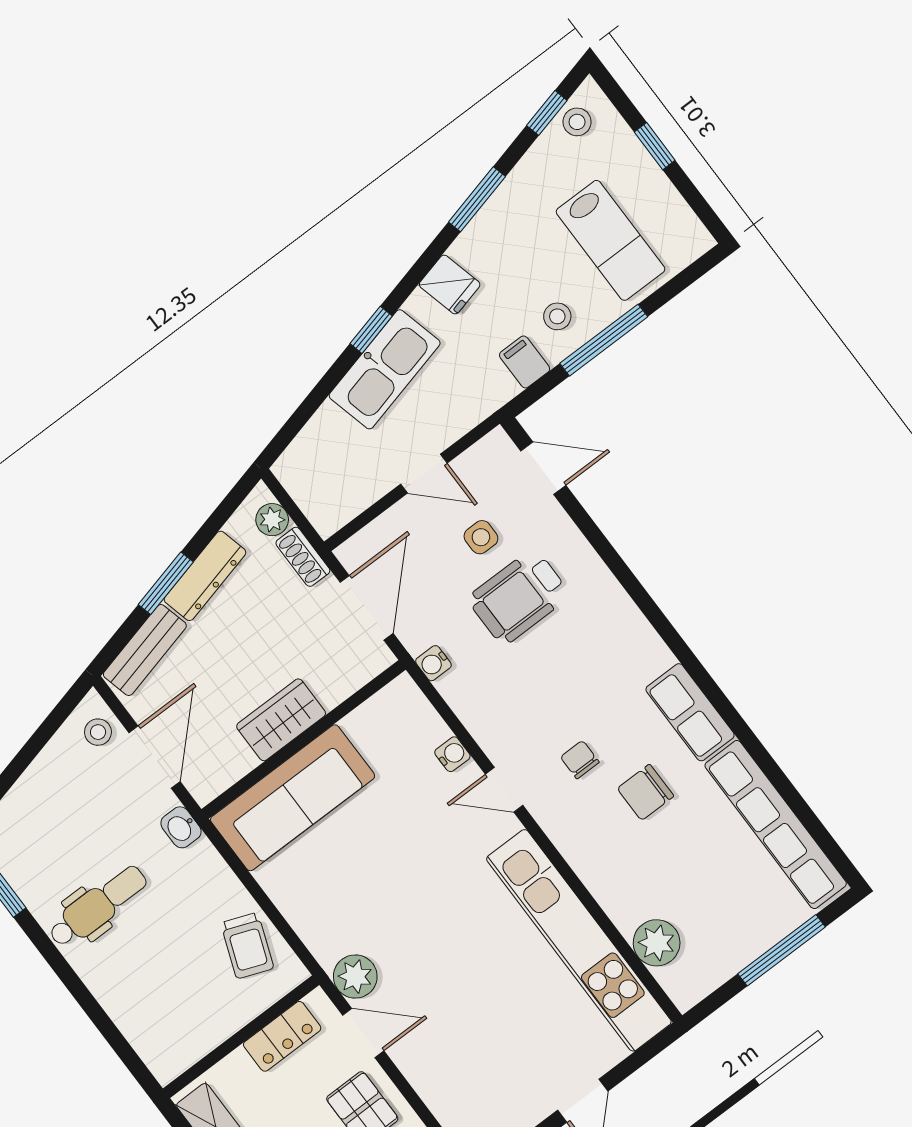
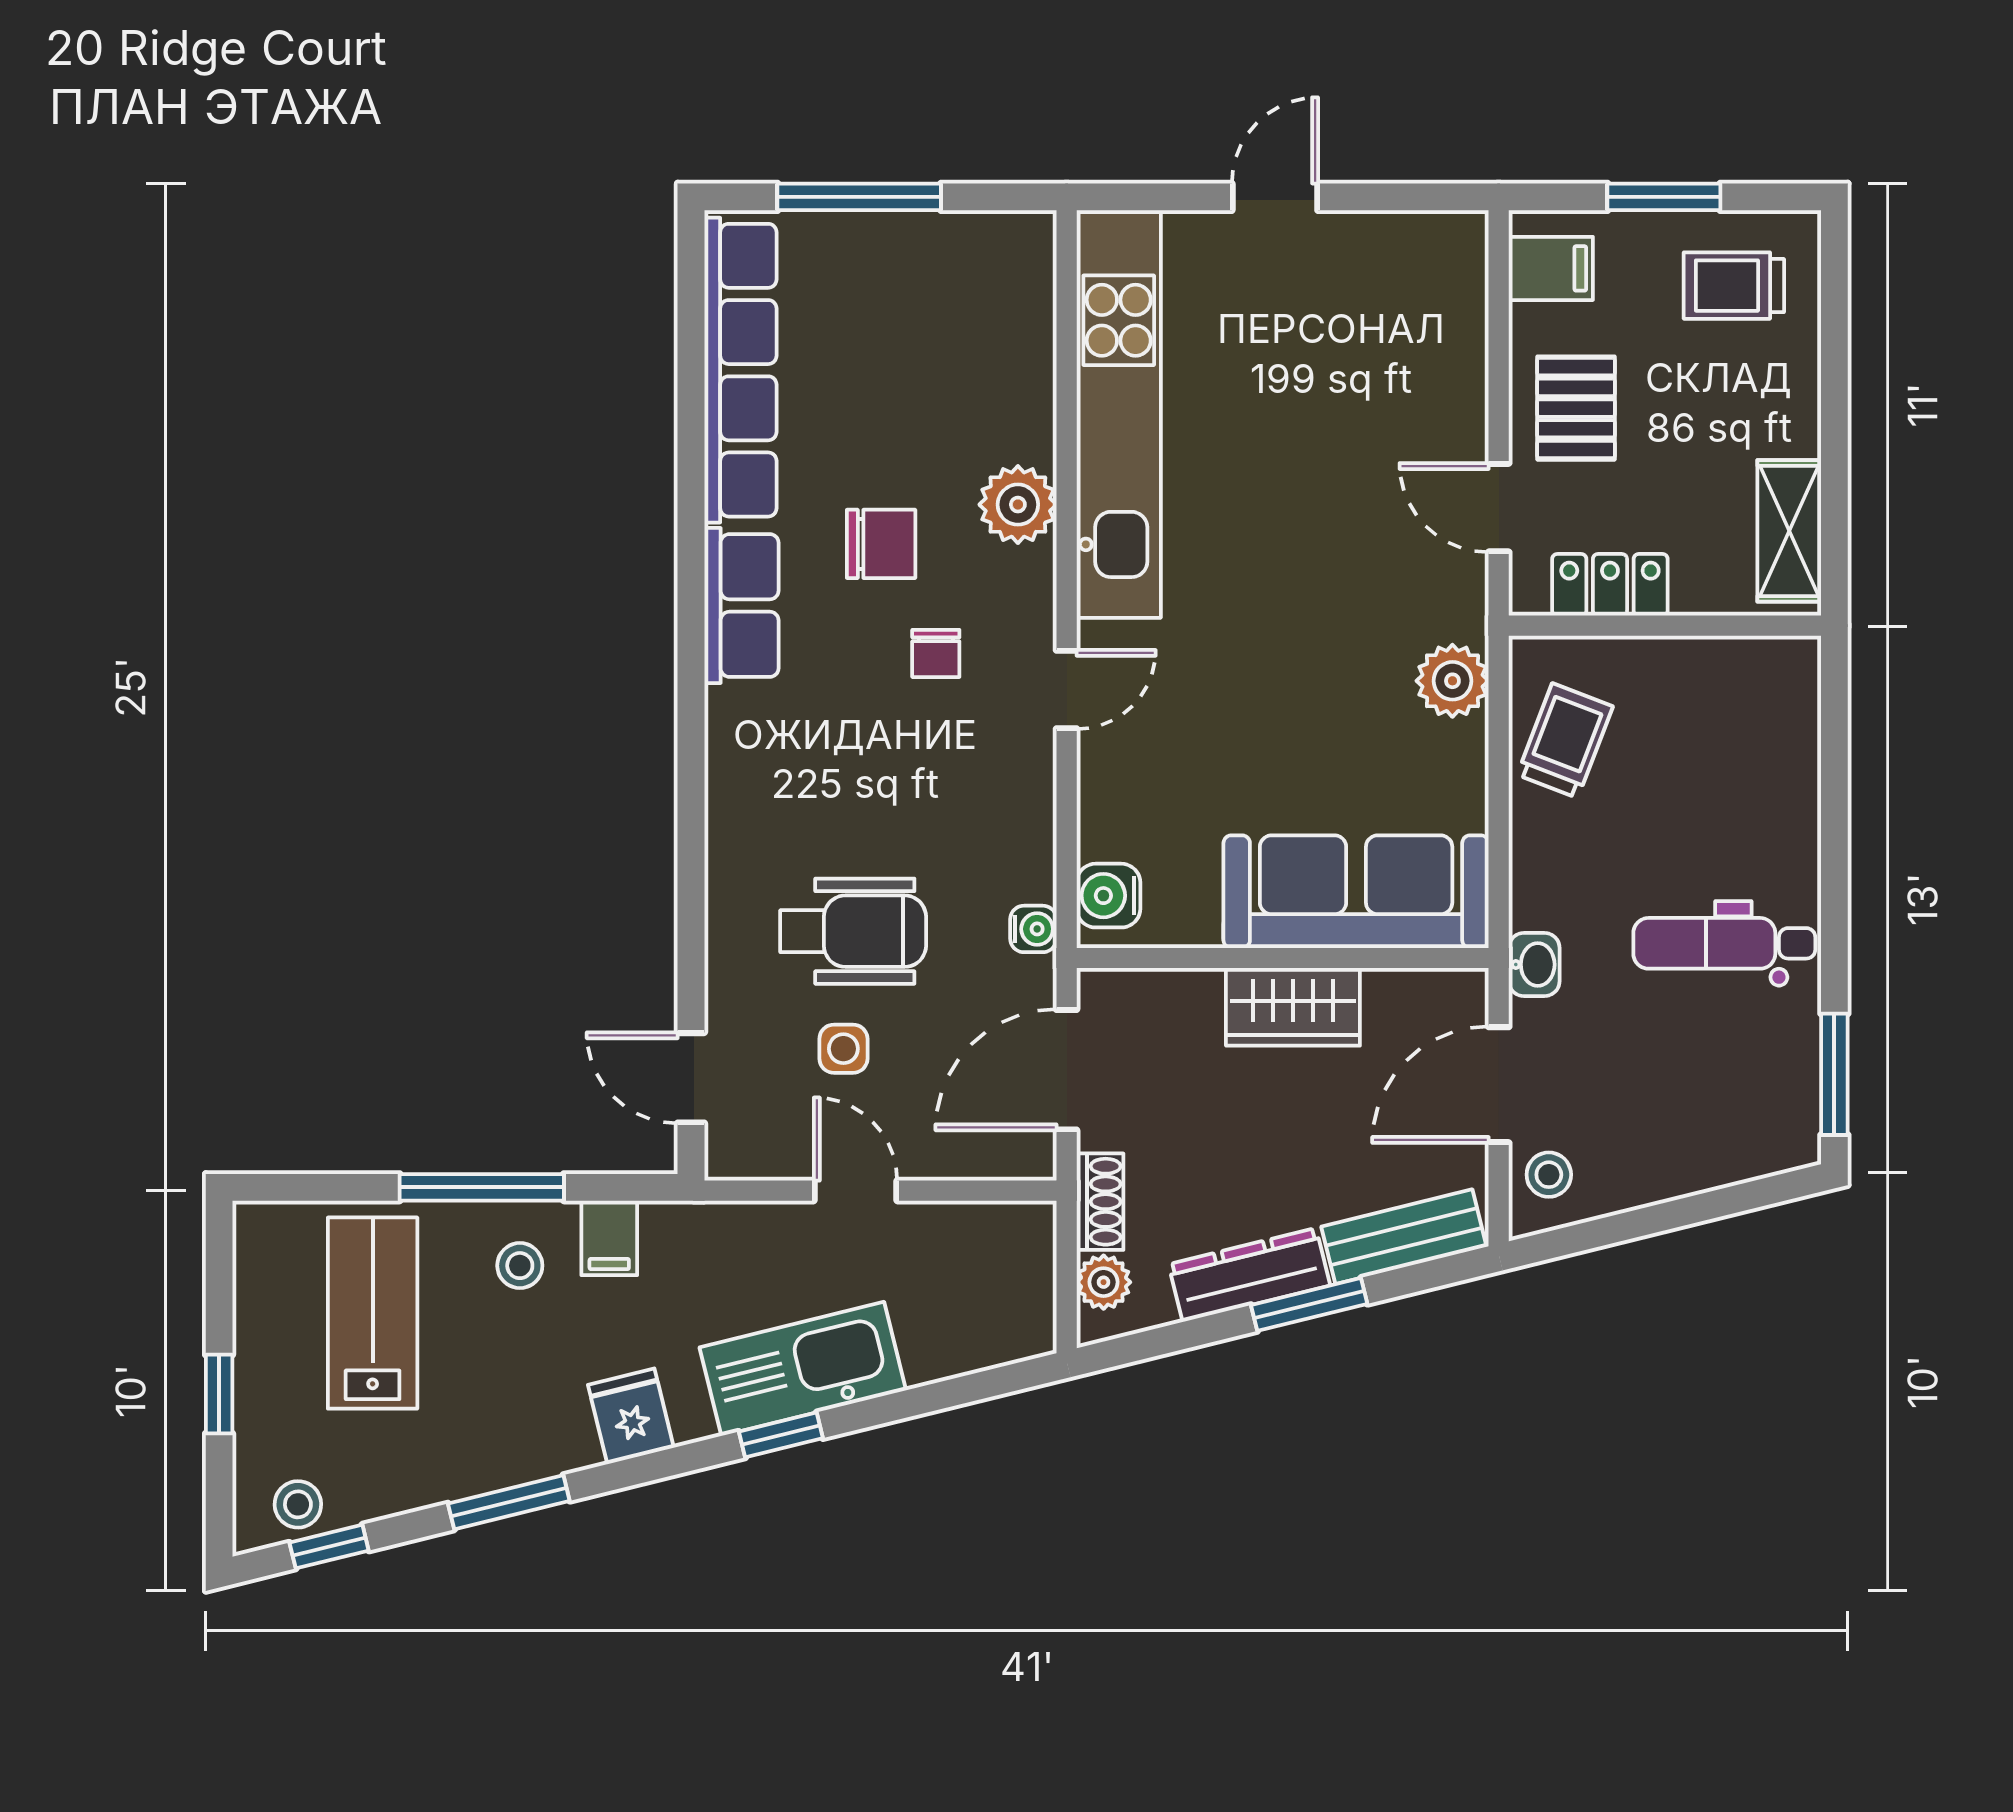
water cooler: (452, 754) -> (1108, 896), moved, width x1.38, depth x1.38
door: (504, 790) -> (1067, 689), hinge flipped
plant: (657, 943) -> (1018, 505), moved
plant: (355, 976) -> (1452, 681), moved

